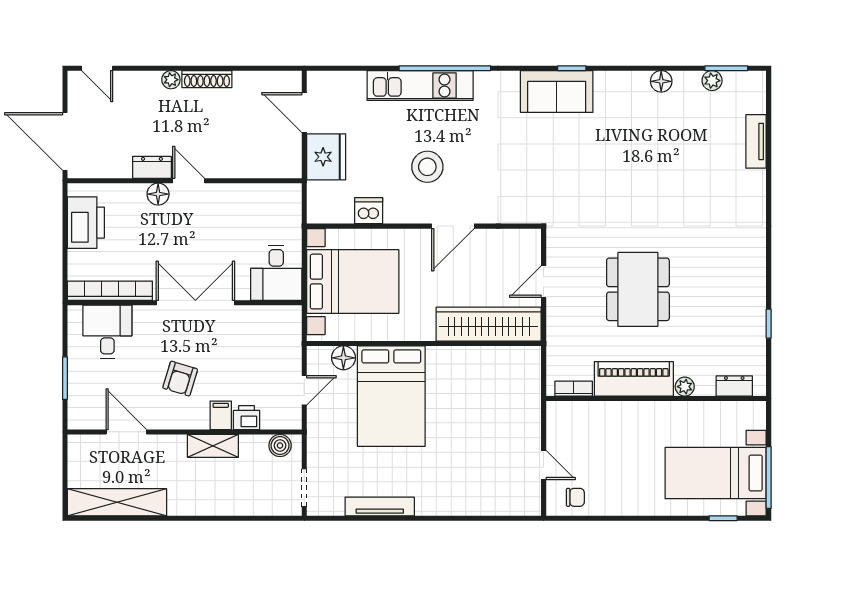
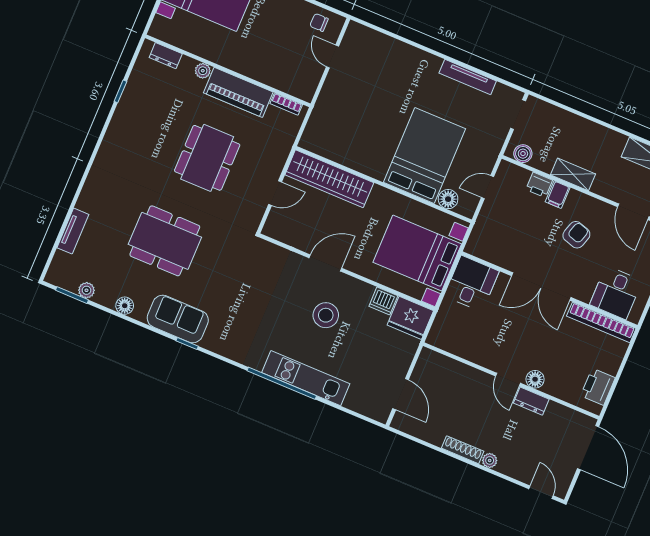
sofa: (557, 92) -> (178, 319), moved
fridge: (326, 157) -> (410, 318), moved, turned -90
dining table: (646, 174) -> (165, 241), added
printer: (86, 223) -> (598, 387), width x0.73, depth x0.84

